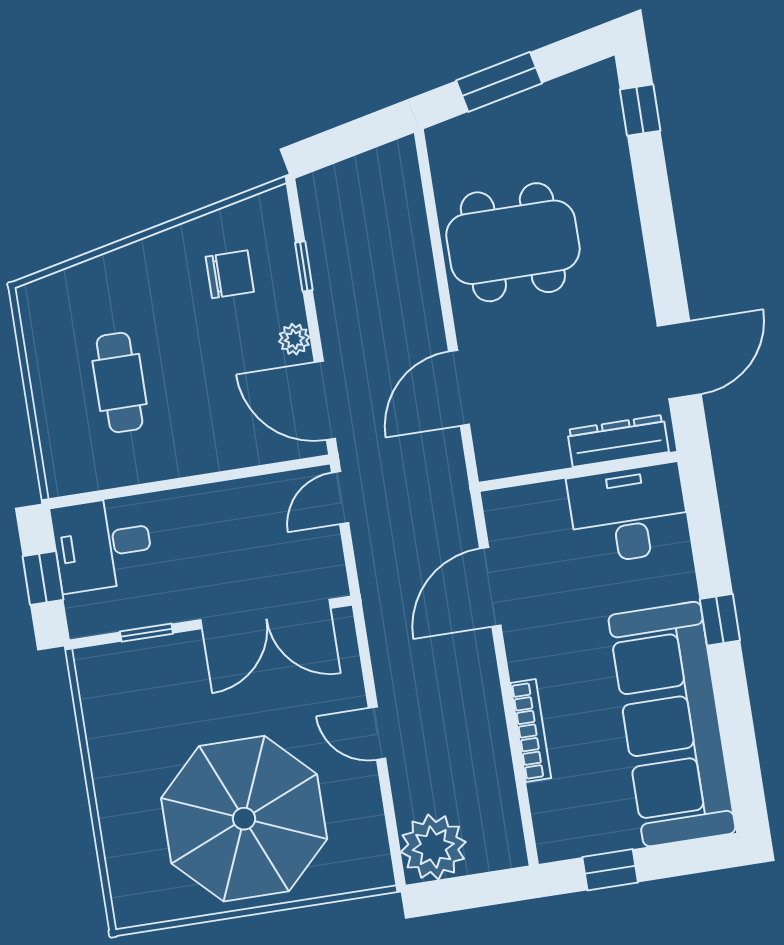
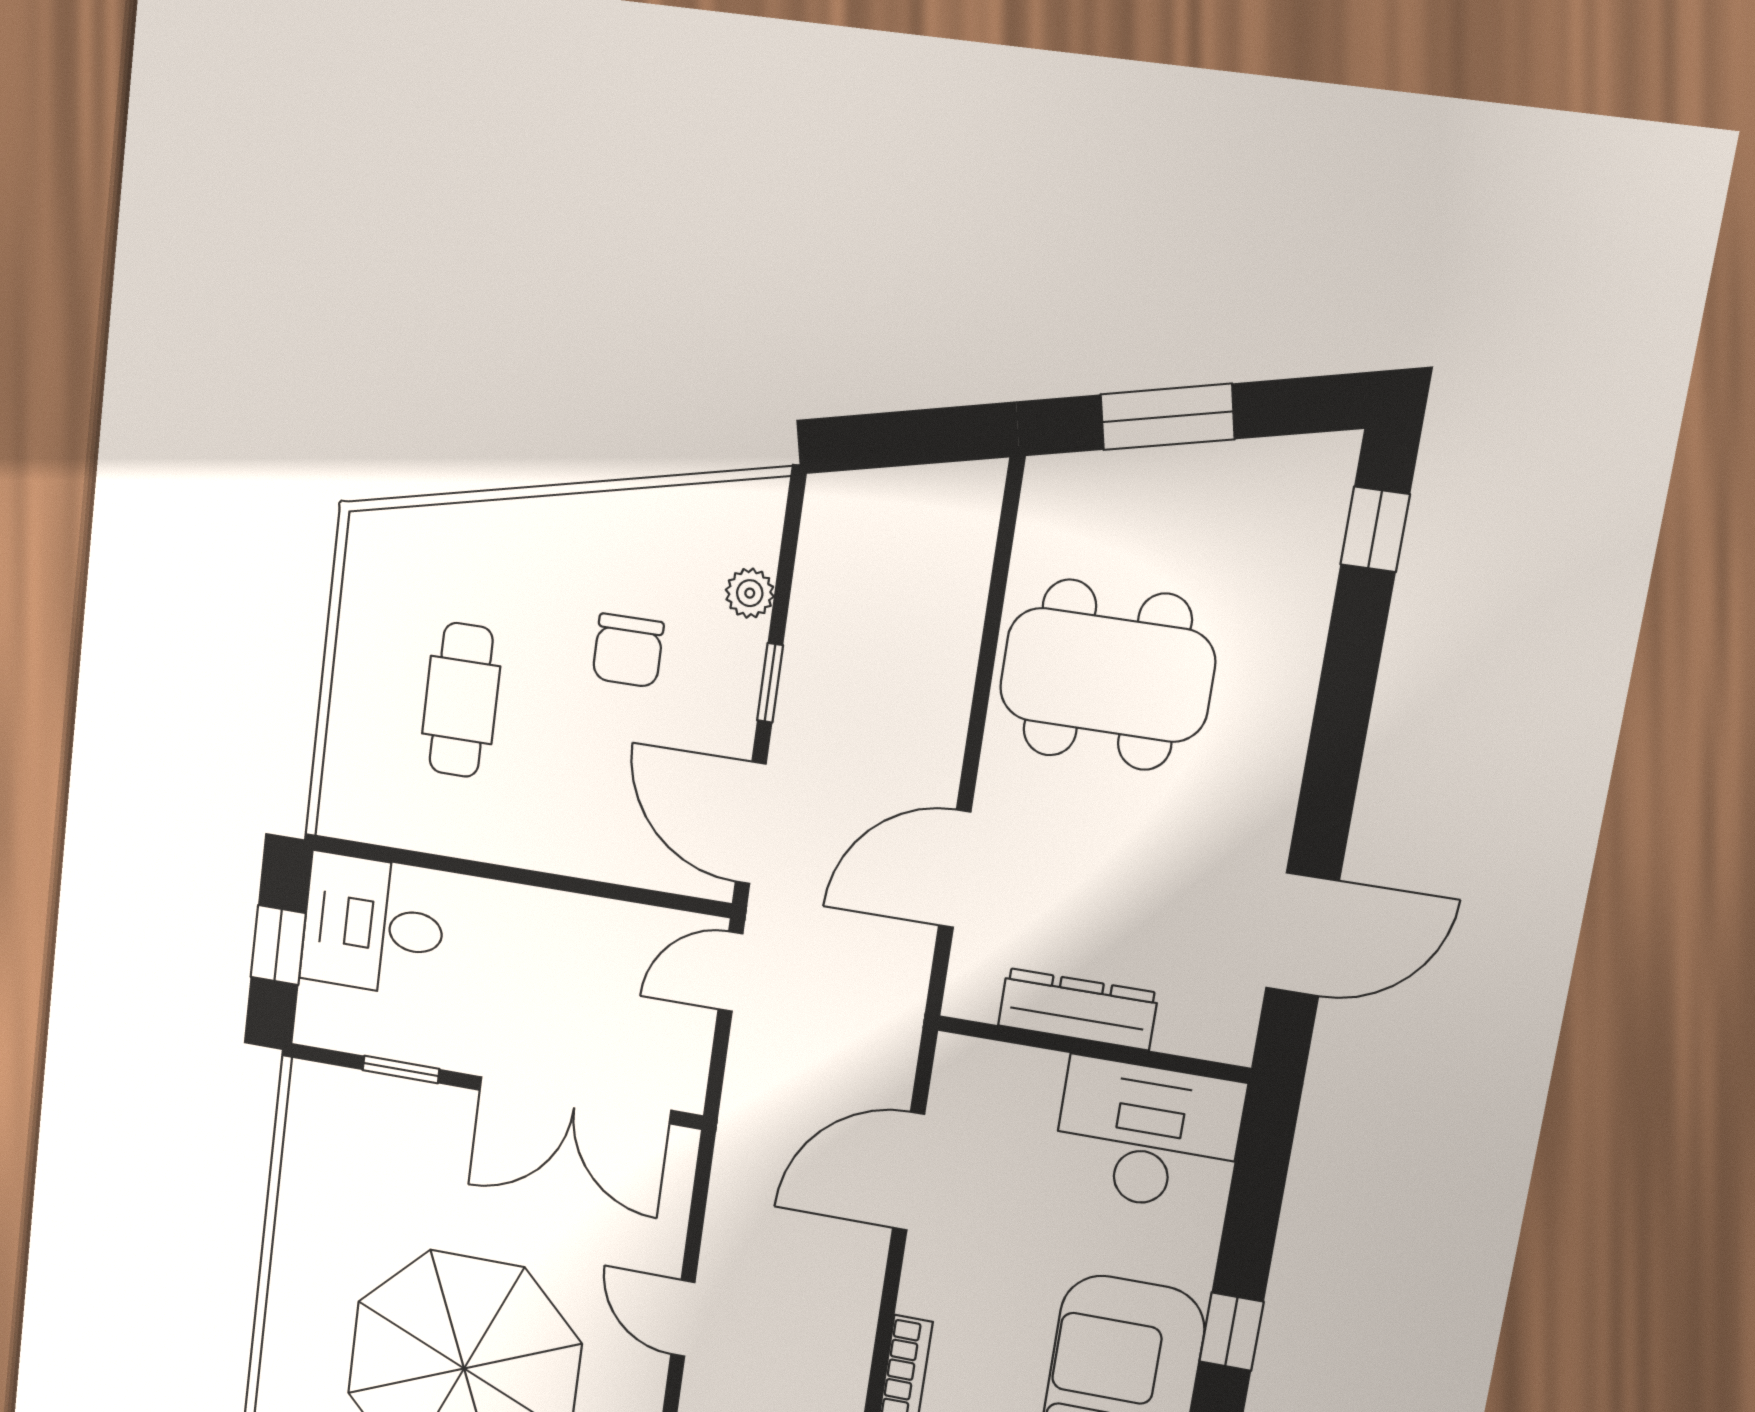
window: (304, 266) -> (770, 683), moved
chair: (230, 274) -> (628, 651), moved, turned 90
plant: (294, 339) -> (750, 593), moved
dresser: (618, 441) -> (1078, 1009), moved

